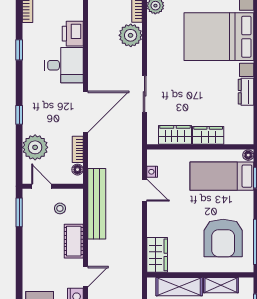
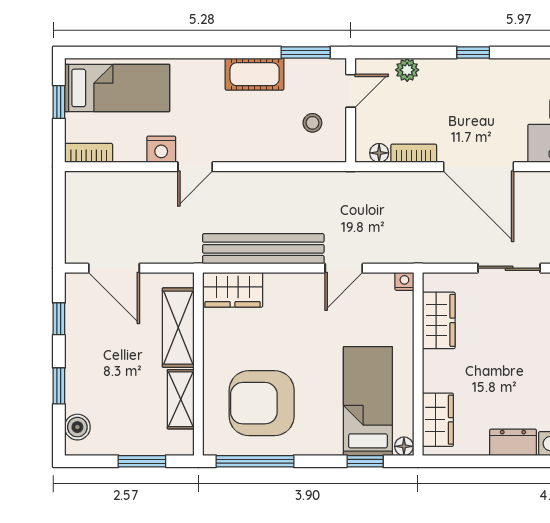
wardrobe: (208, 135) -> (438, 420), moved
plant: (35, 147) -> (407, 70), width x0.53, depth x0.53
nightstand: (152, 172) -> (404, 281), moved
bench: (97, 204) -> (263, 249), moved
cot: (74, 241) -> (255, 74), moved
door: (85, 277) -> (195, 167), hinge flipped

